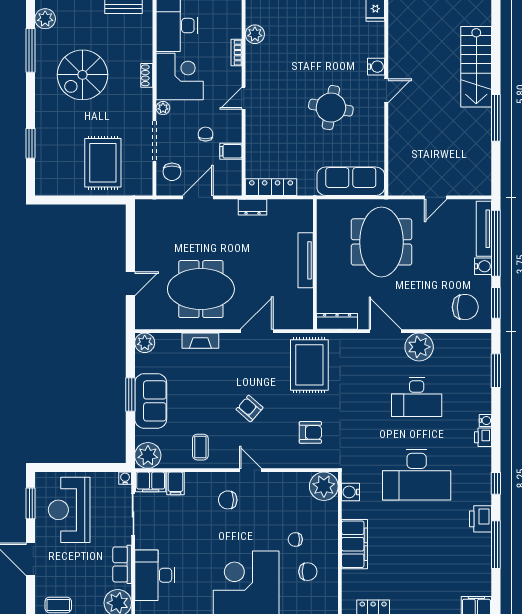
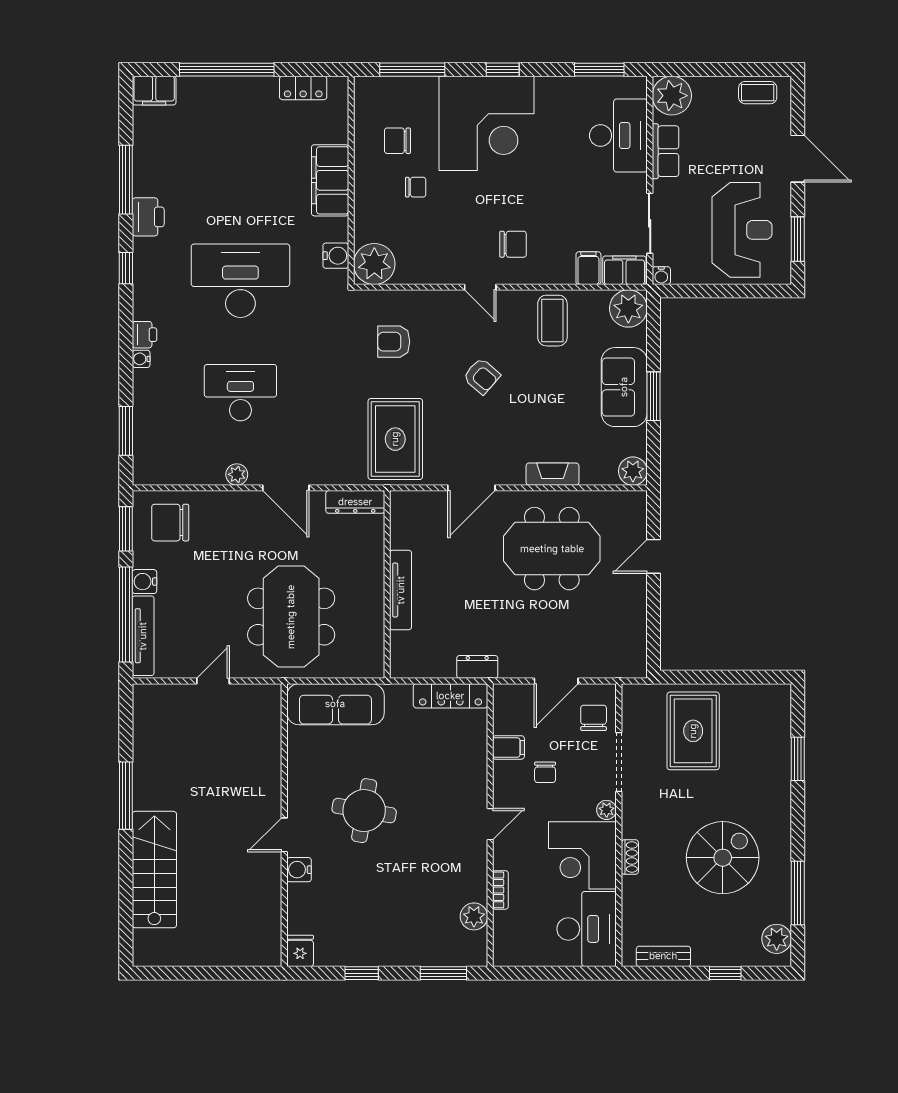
plant: (419, 347) -> (237, 474), width x0.53, depth x0.53
coffee table: (200, 447) -> (552, 321), width x1.36, depth x1.30

